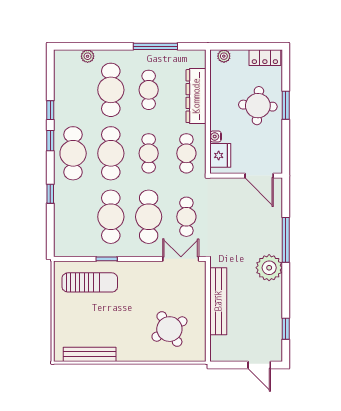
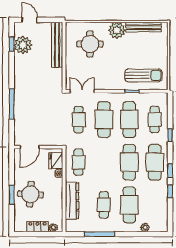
locker: (265, 58) -> (38, 227), moved
cafe table: (149, 153) -> (155, 120), moved
door: (259, 176) -> (30, 147), swing flipped
double door: (181, 259) -> (82, 91), swing flipped
plant: (269, 268) -> (23, 45), moved
sun lounger: (90, 282) -> (143, 75), turned 180
bench: (218, 301) -> (57, 45), moved
round table: (169, 329) -> (90, 44), turned 31
plant: (129, 349) -> (117, 30), added

